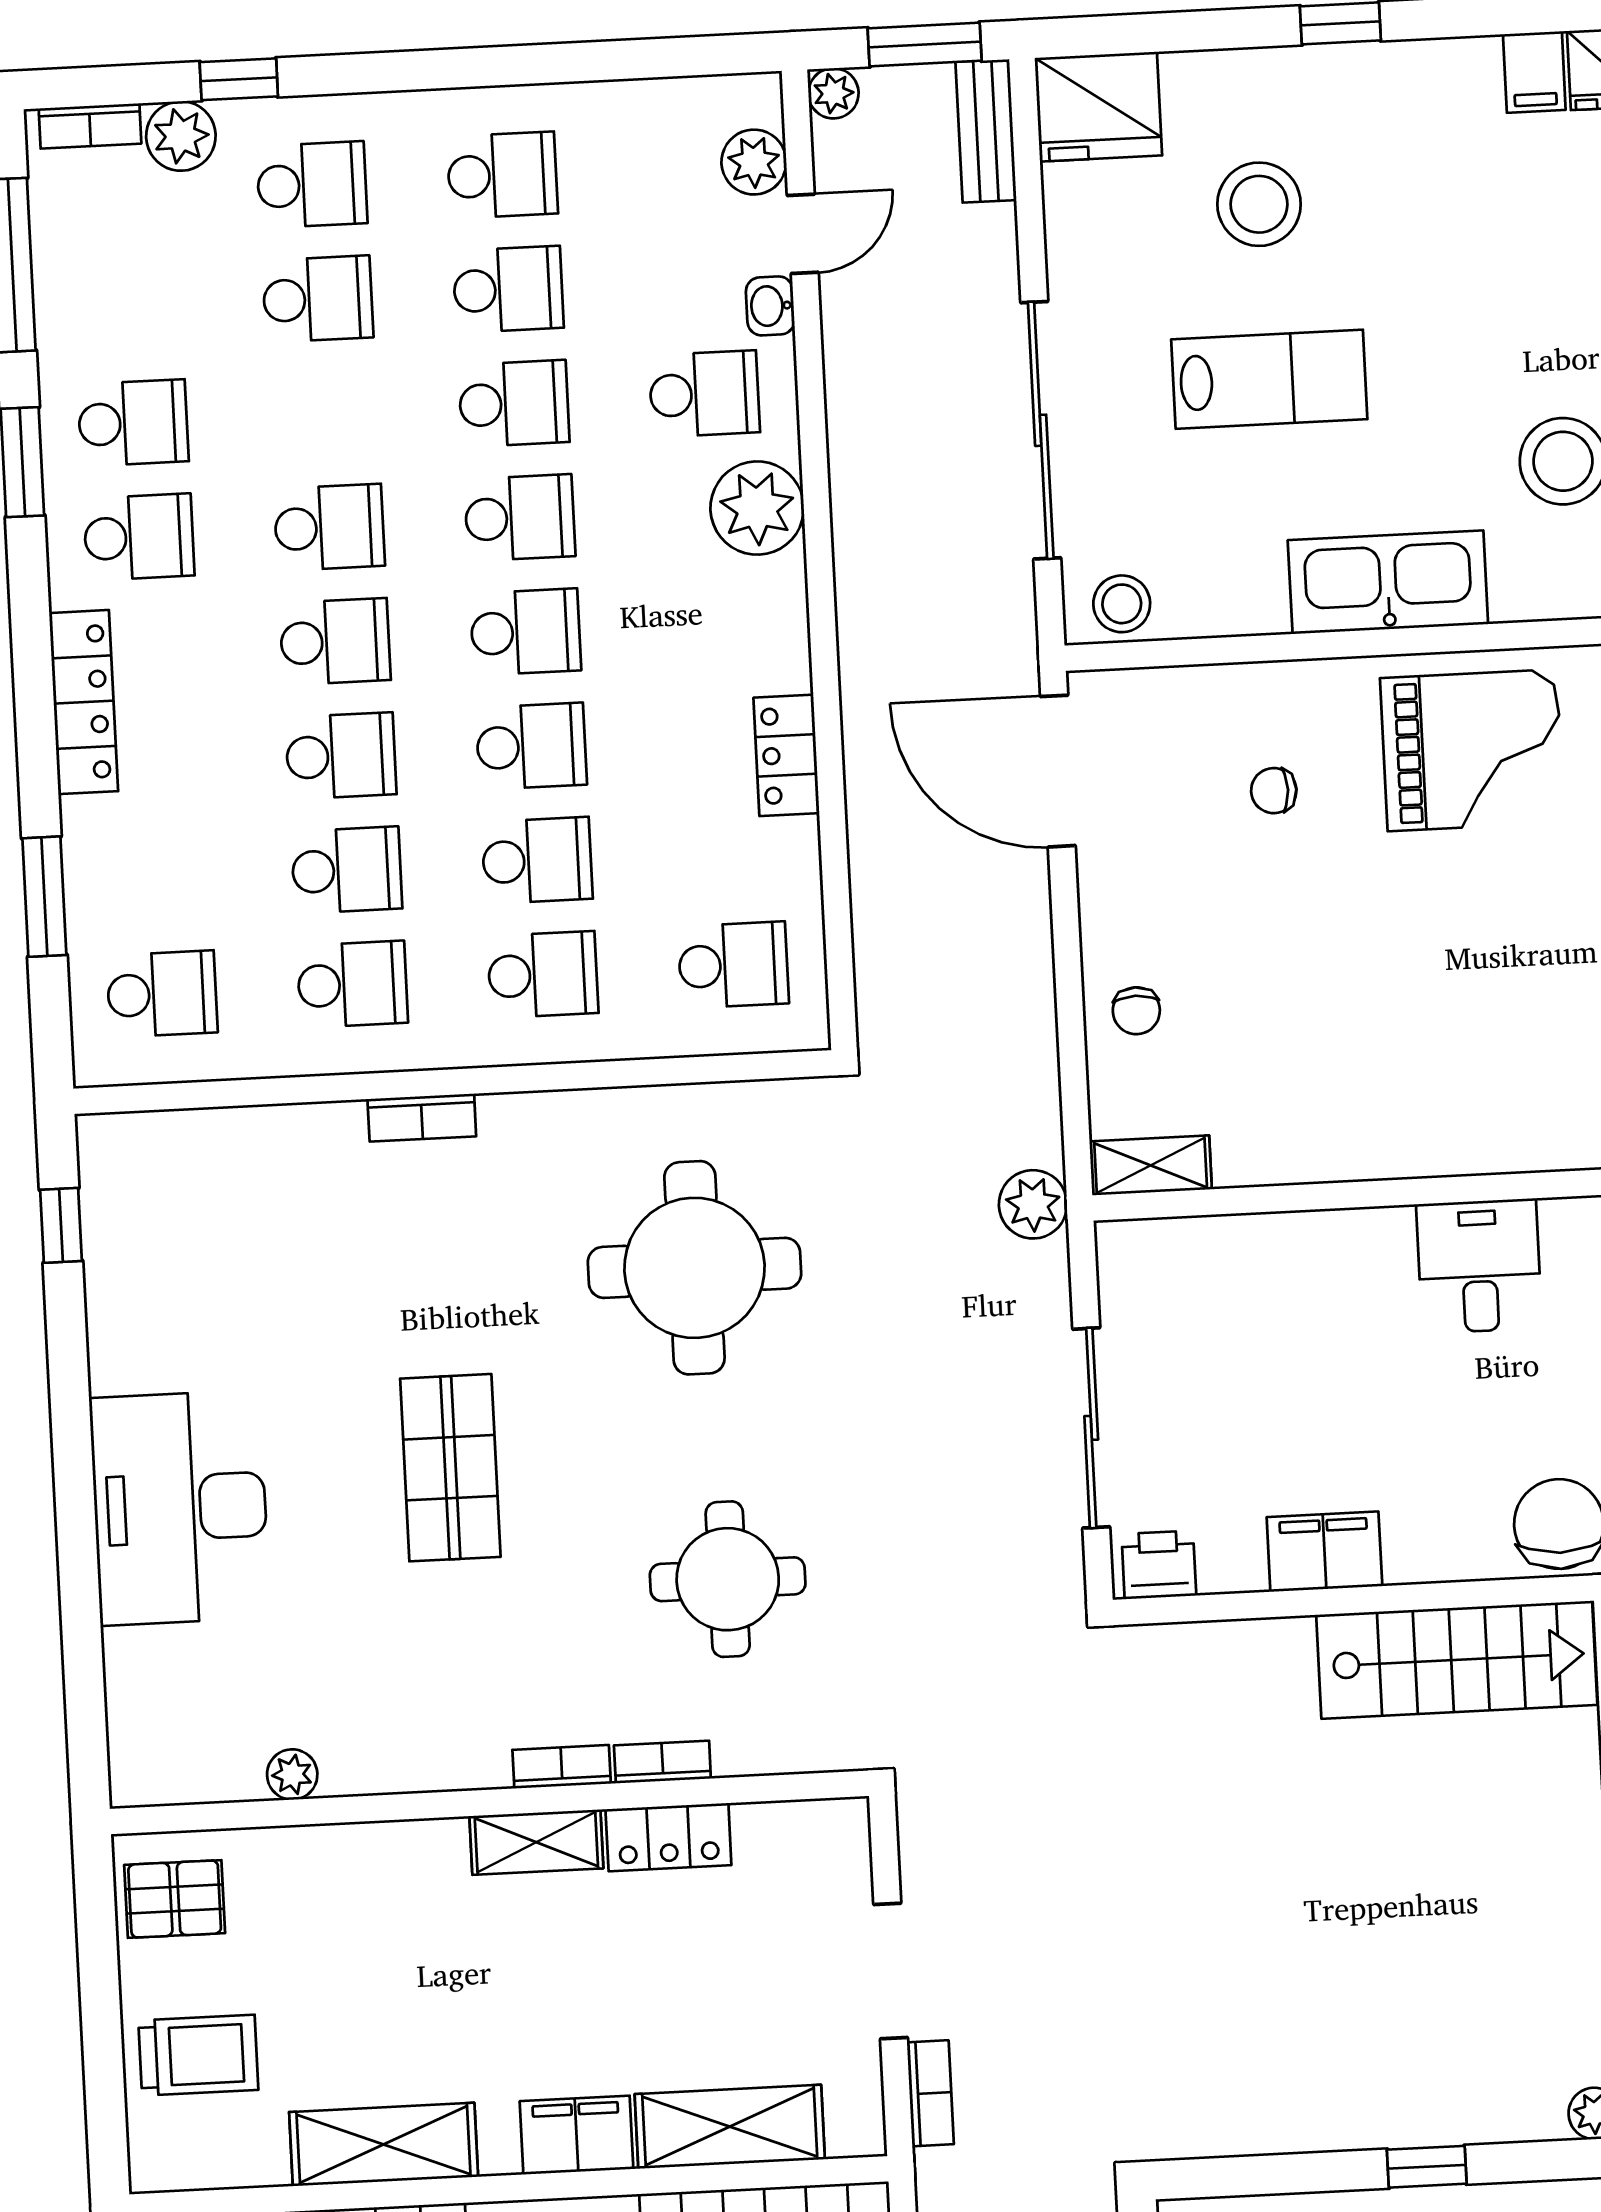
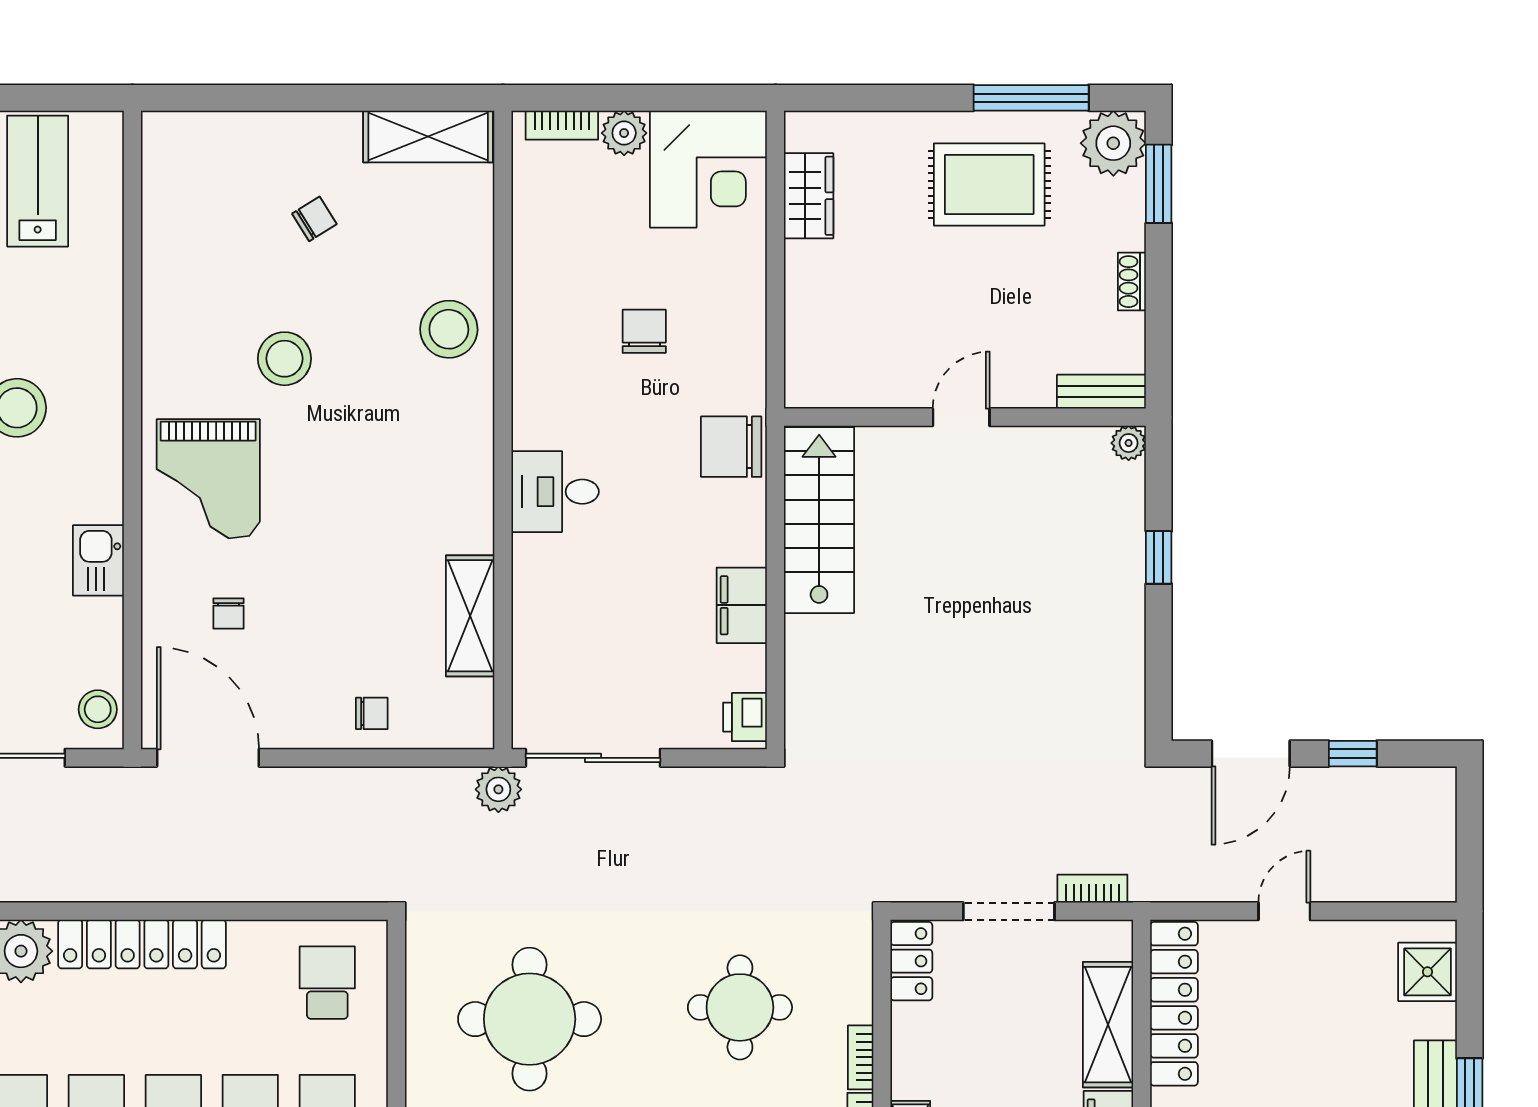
kitchen sink: (1388, 582) -> (98, 560), width x0.53, depth x0.81
grand piano: (1472, 750) -> (208, 479), turned 180
locker: (786, 755) -> (142, 944), width x2.16, depth x1.21
door: (1058, 771) -> (208, 758), swing flipped
shelving: (1151, 1165) -> (470, 616), moved, width x1.50, depth x1.33
sliding door: (1091, 1428) -> (593, 758), moved
locker: (668, 1837) -> (911, 961), moved

